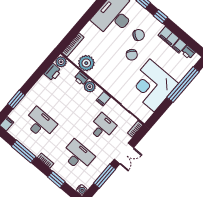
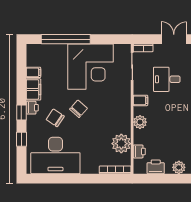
printer: (188, 52) -> (32, 108), moved
plant: (61, 62) -> (179, 167), moved
printer: (81, 78) -> (139, 151), moved

